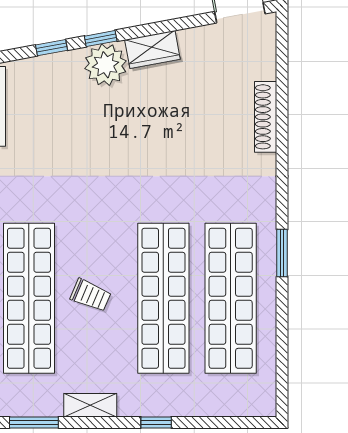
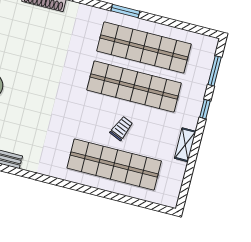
window: (34, 422) -> (215, 71), moved

